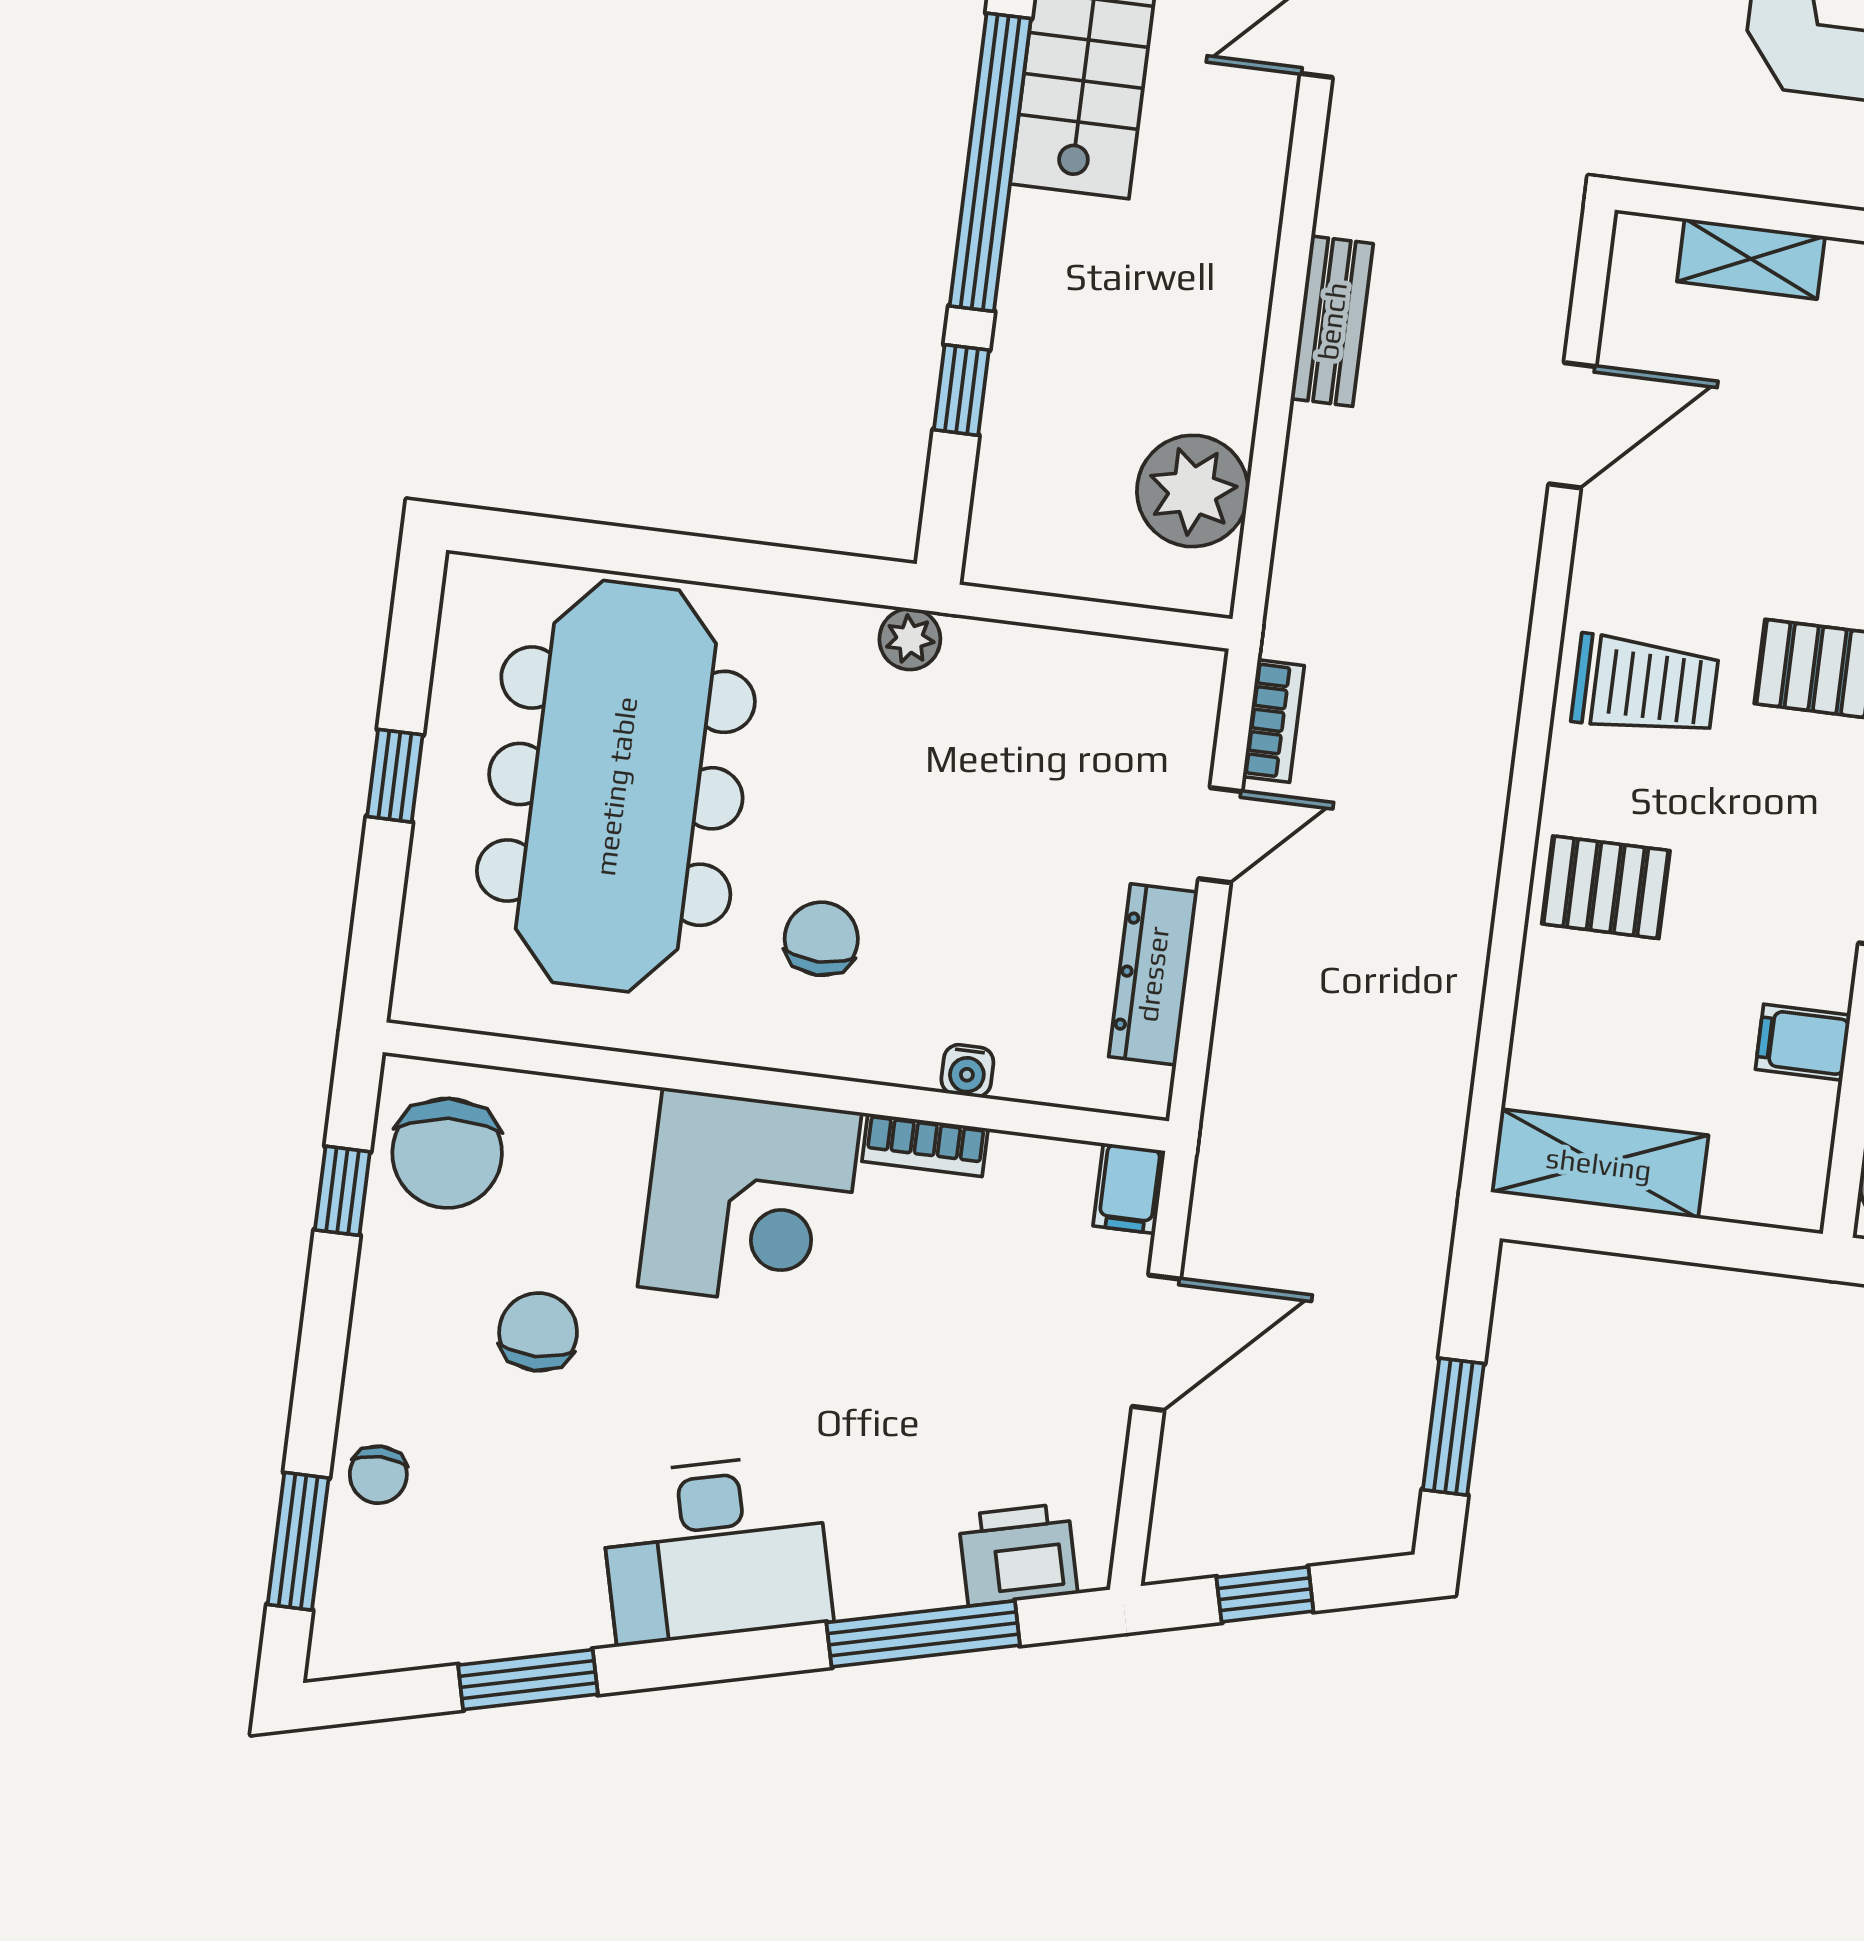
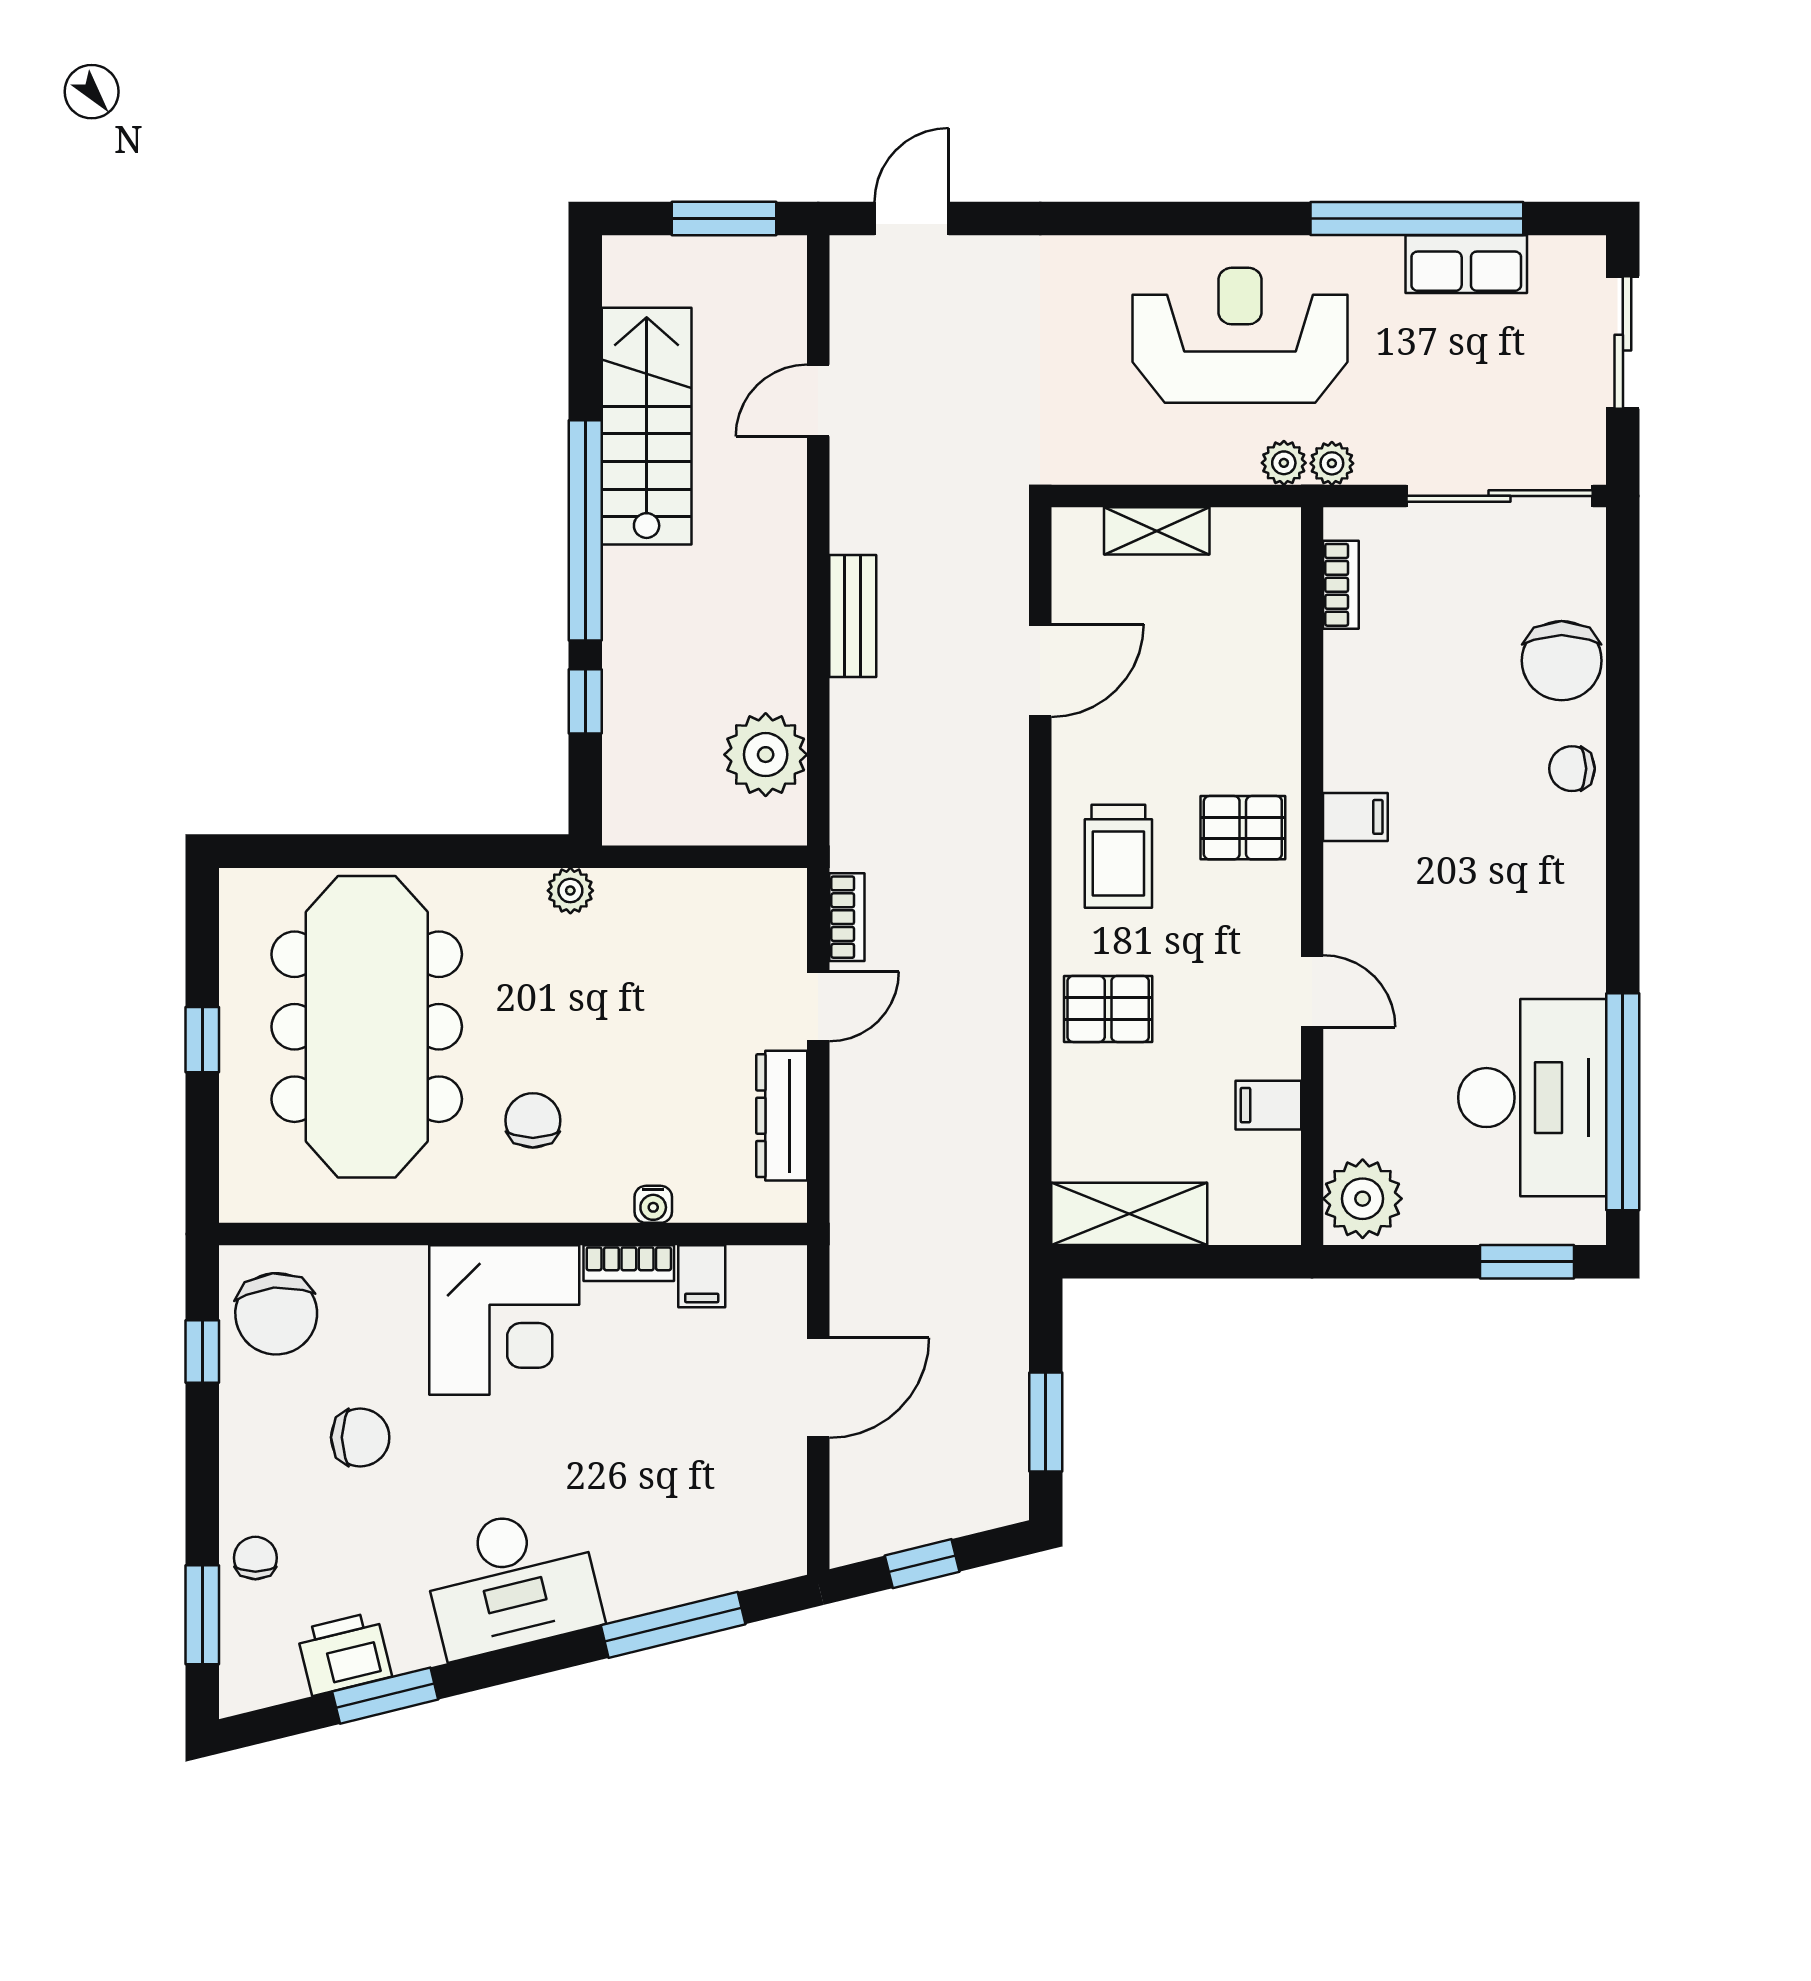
trolley: (1645, 686) -> (1118, 856), turned 90
filing cabinet: (1129, 1188) -> (702, 1276), moved
chair: (538, 1332) -> (360, 1437), turned 91
chair: (378, 1475) -> (255, 1558), turned 180
printer: (1018, 1555) -> (344, 1653), moved

